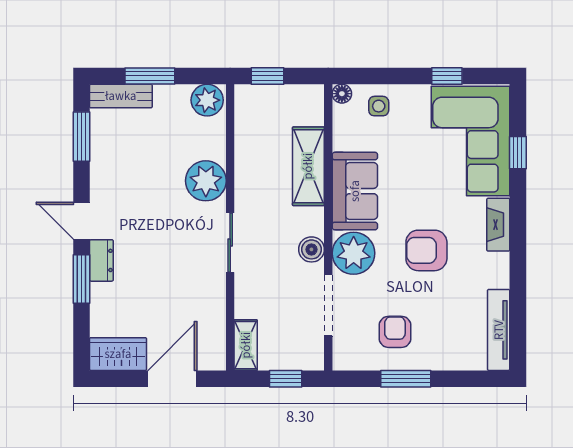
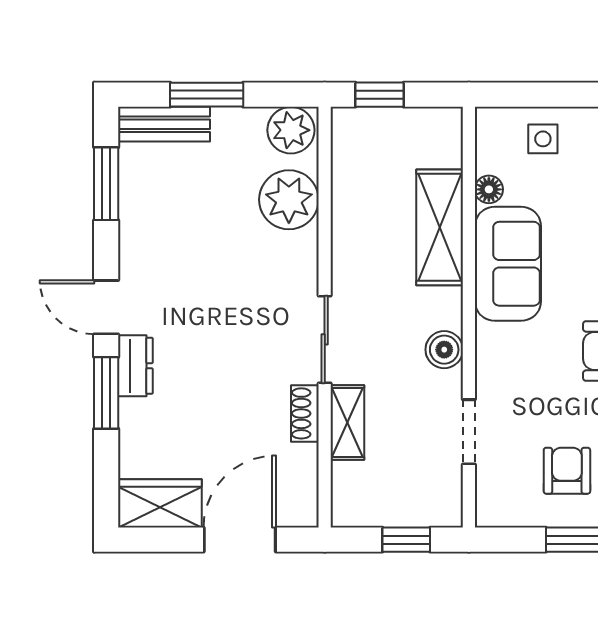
floor lamp: (342, 94) -> (489, 189), moved
plant: (206, 181) -> (289, 200), moved
plant: (354, 253) -> (506, 355), removed
shoe rack: (217, 293) -> (305, 413), added
doorway: (328, 305) -> (469, 432), width x0.73
shelving: (246, 345) -> (347, 423), moved

